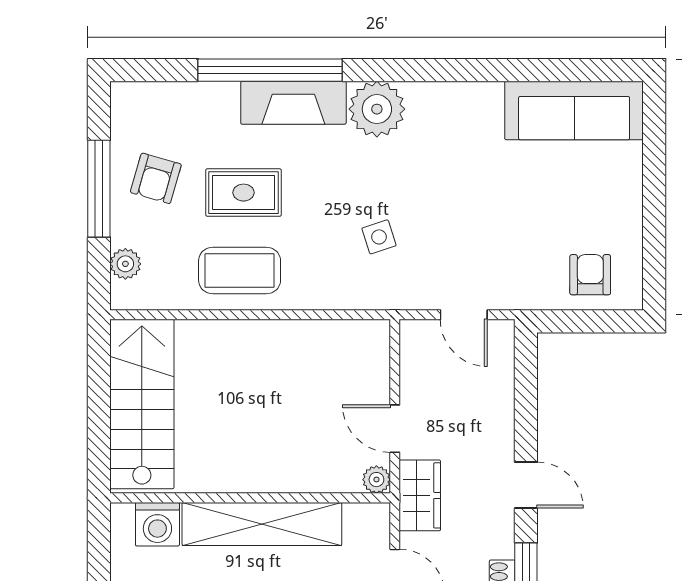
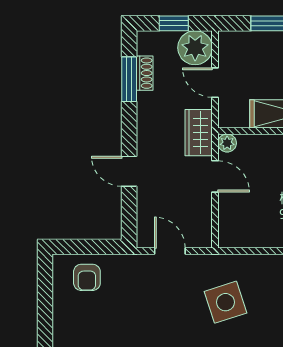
side table: (379, 237) -> (225, 302), width x1.87, depth x1.87
door: (526, 485) -> (129, 171), moved

